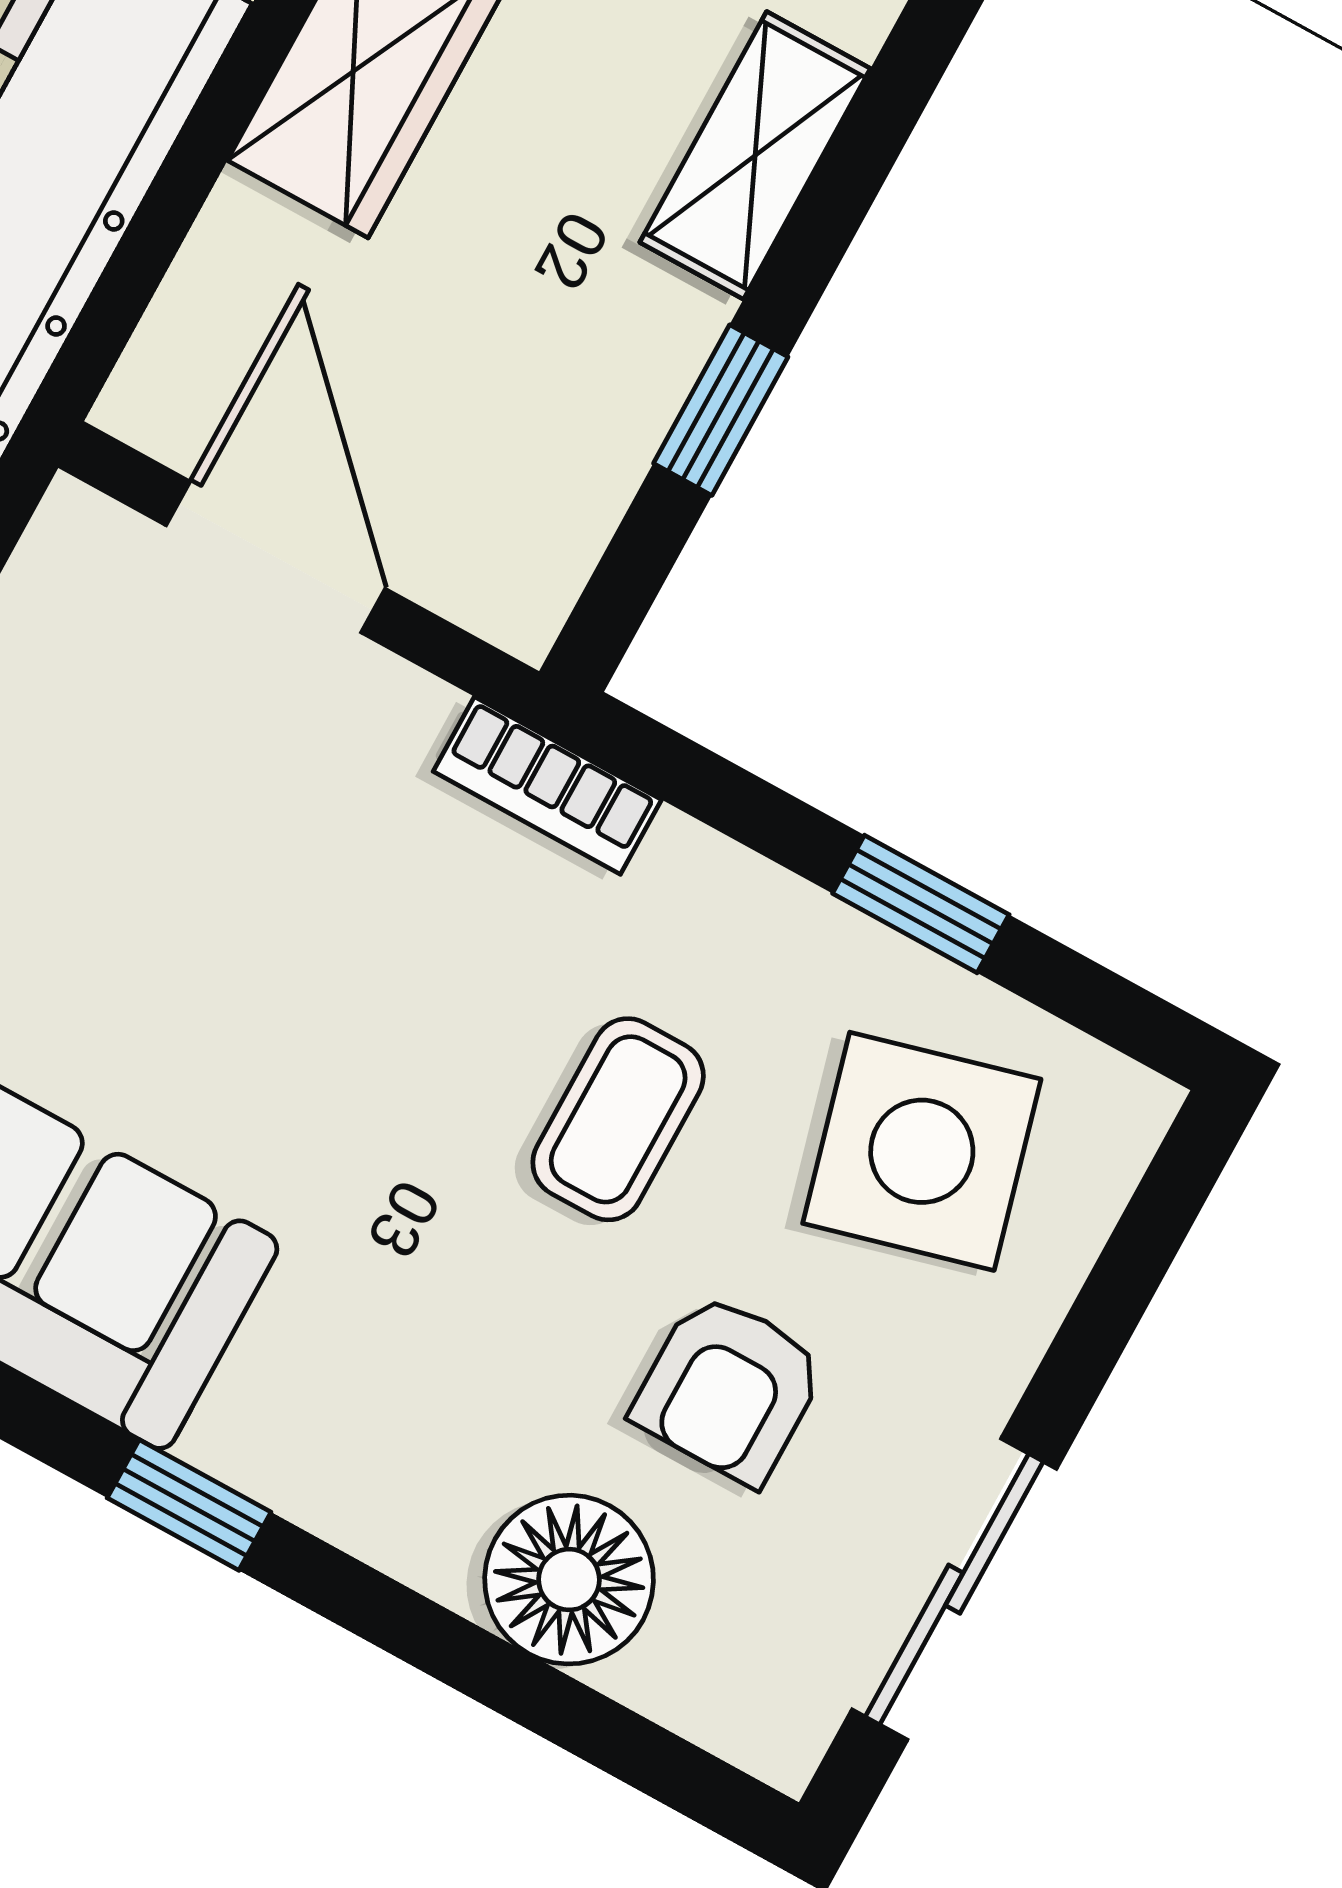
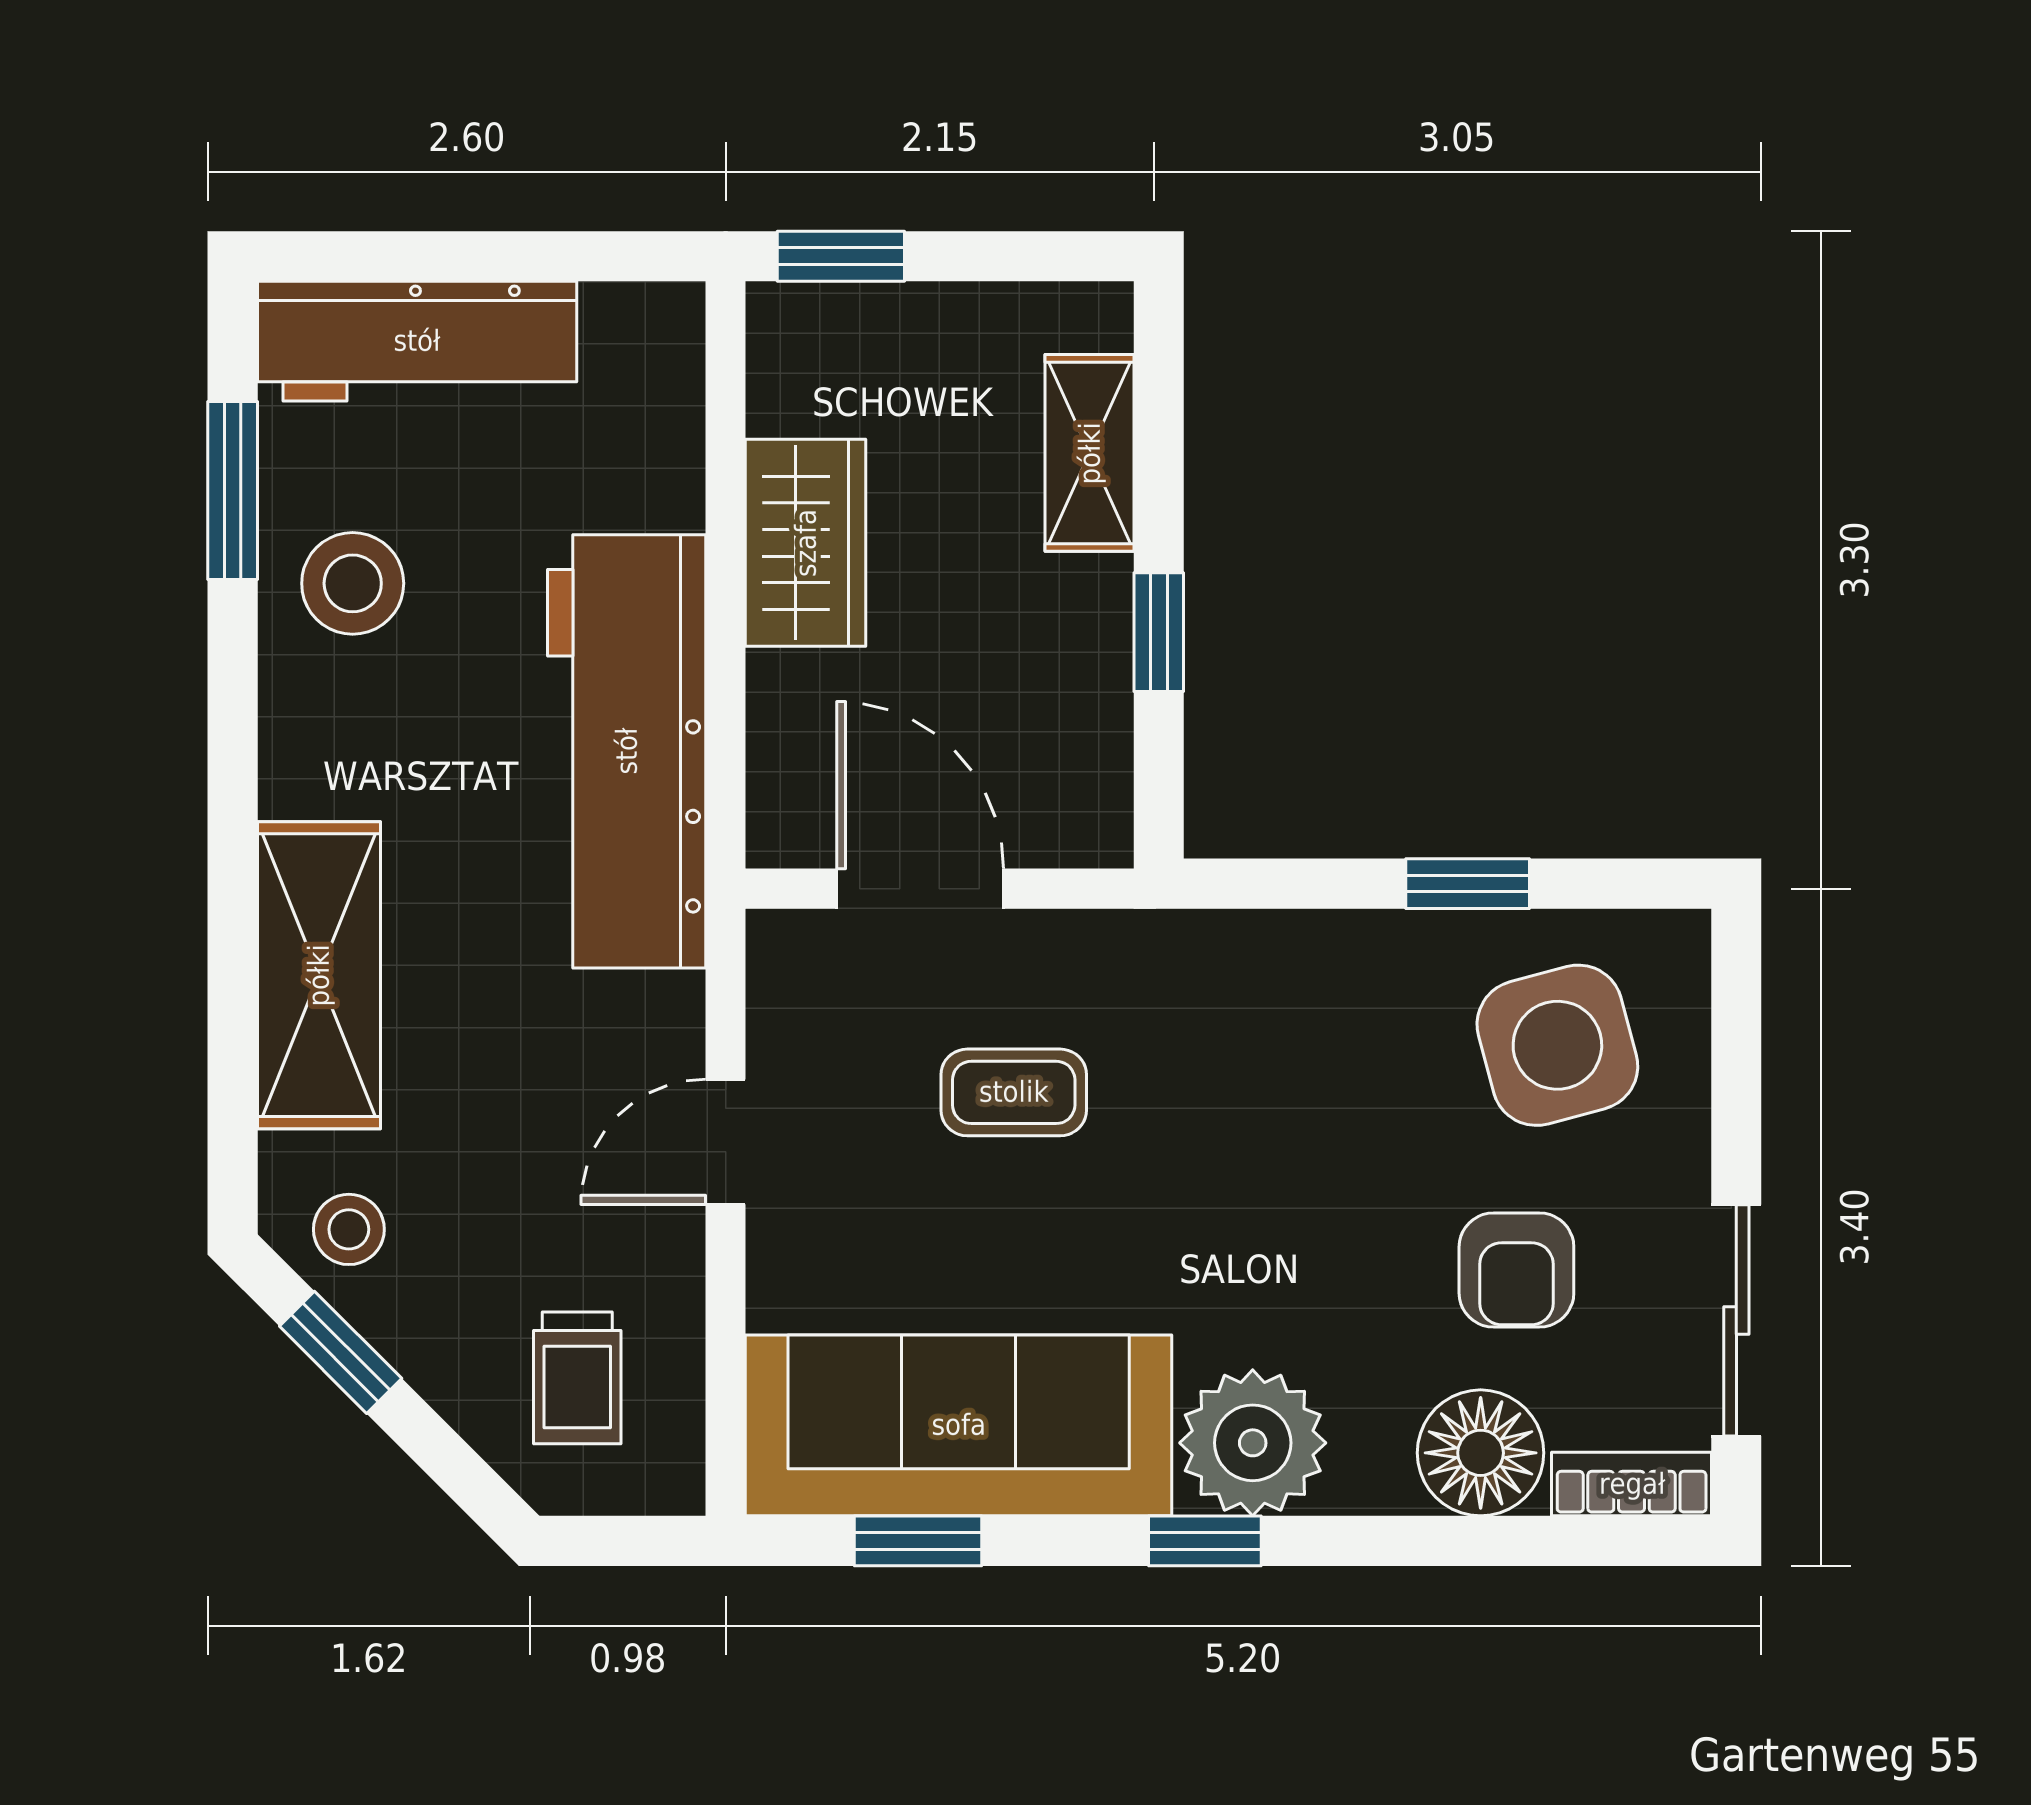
bookcase: (547, 786) -> (1632, 1484), moved, turned 180
coffee table: (618, 1119) -> (1014, 1092), moved, turned 90
plant: (308, 1421) -> (1253, 1443), added

